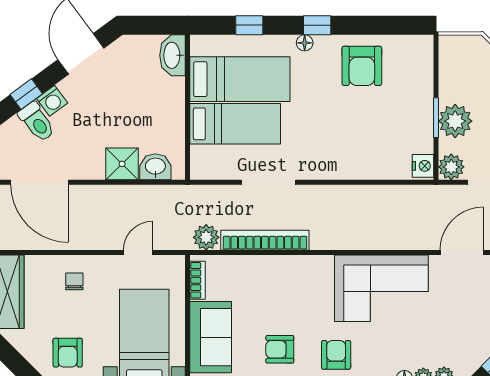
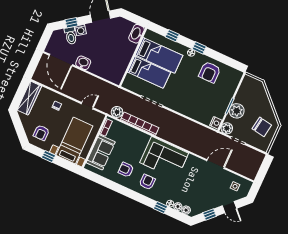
shower: (122, 164) -> (97, 68), removed
washbasin: (155, 167) -> (83, 63), moved
corner sofa: (381, 288) -> (164, 158), moved

